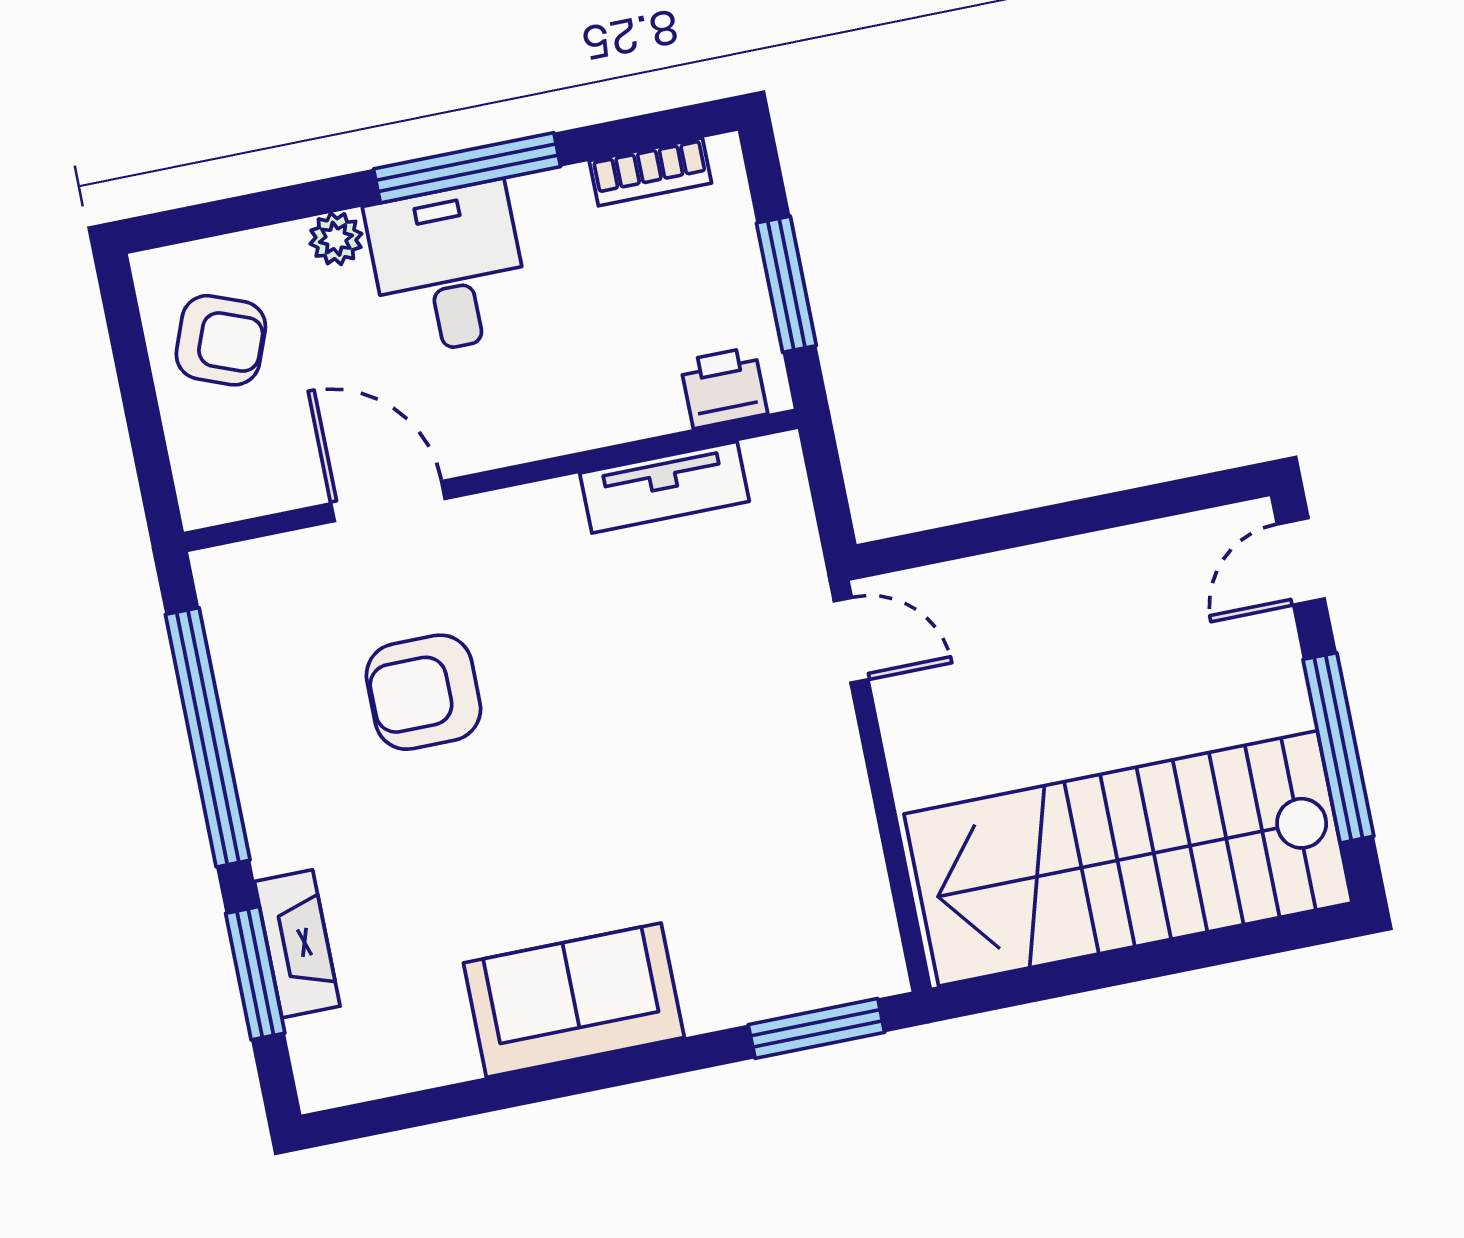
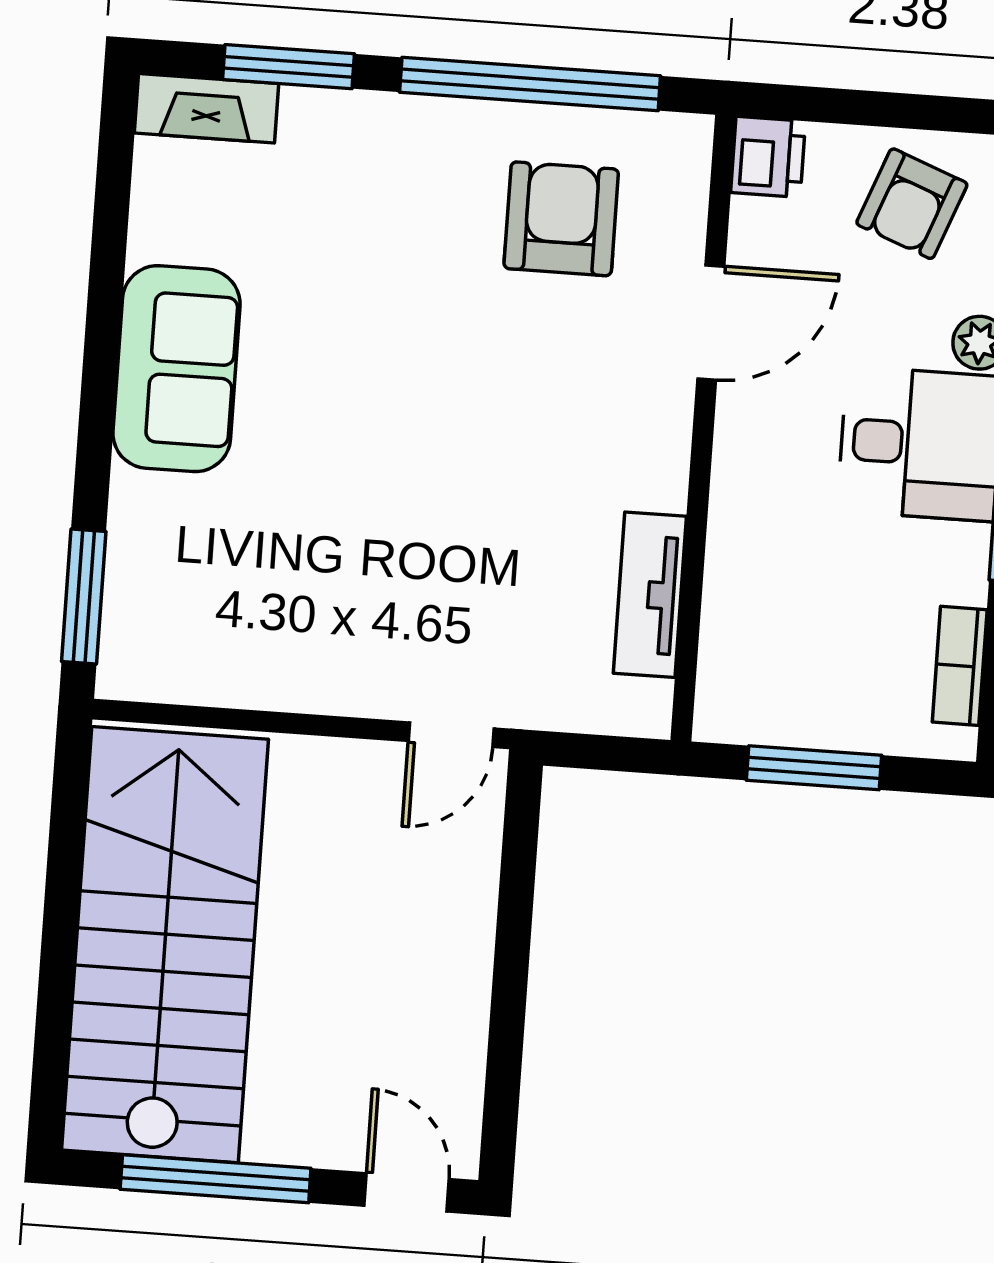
printer: (724, 388) -> (768, 157), moved
armchair: (423, 692) -> (561, 219), moved
fireplace: (297, 944) -> (206, 108), moved

